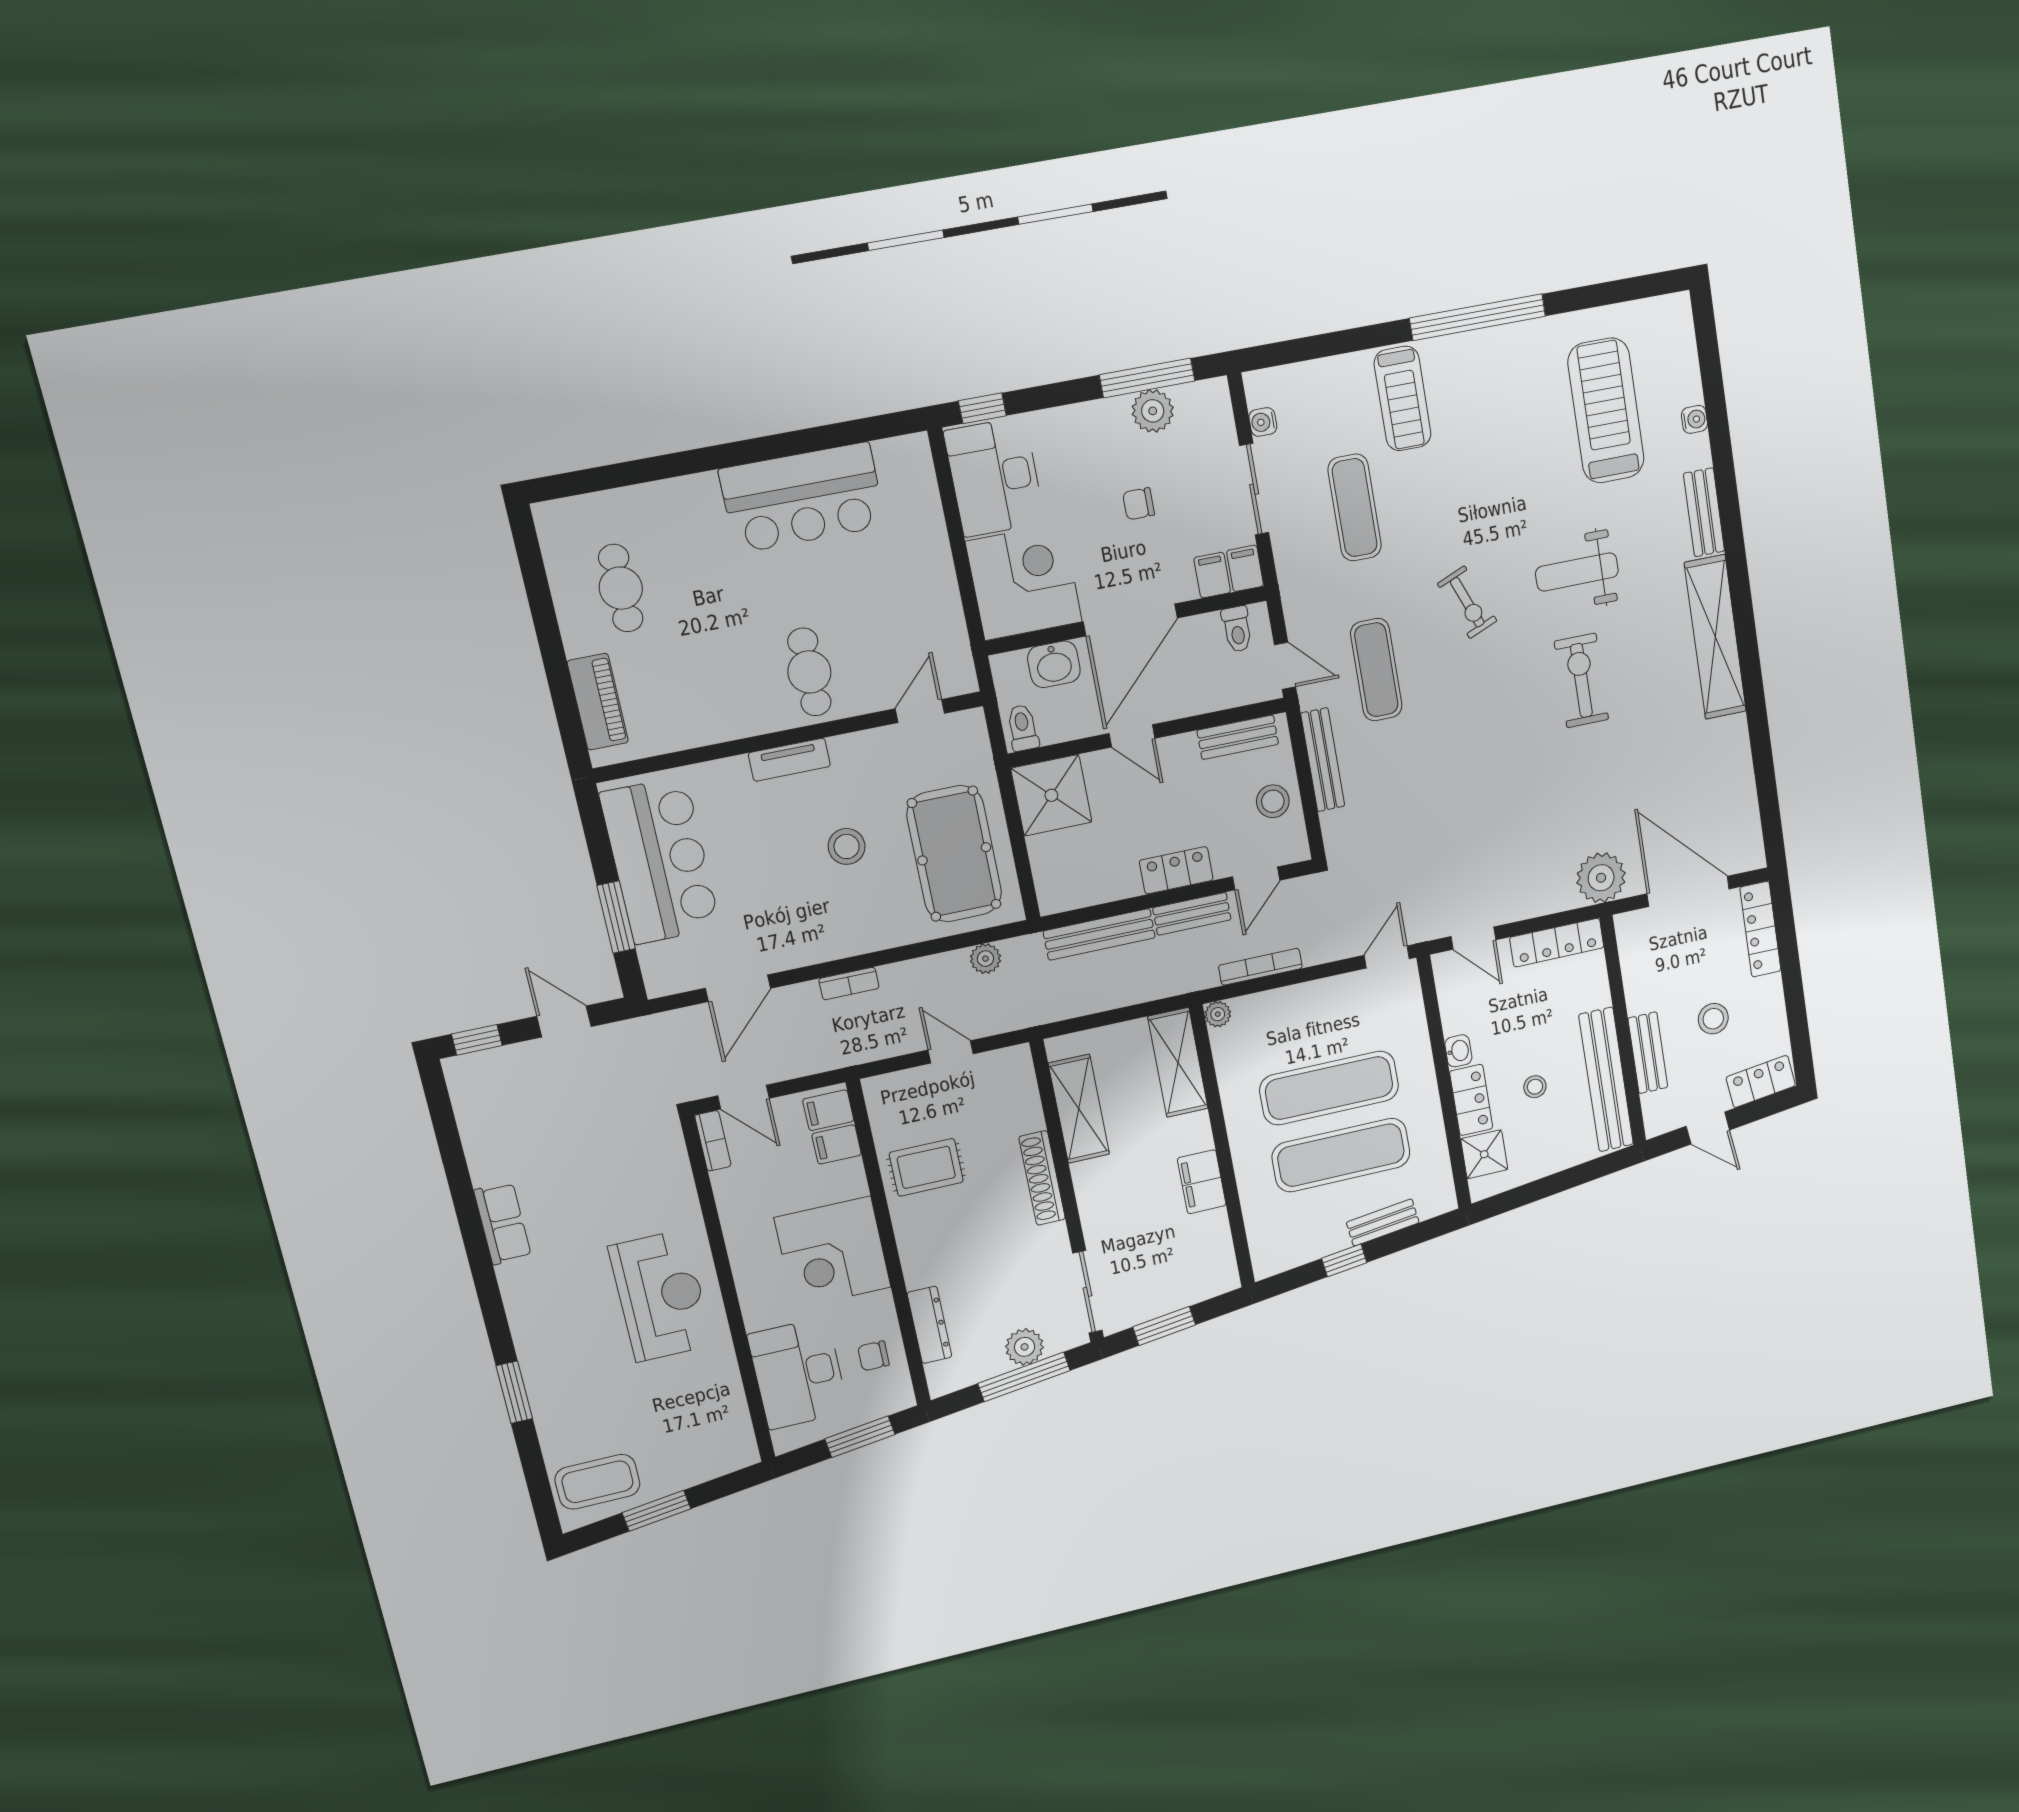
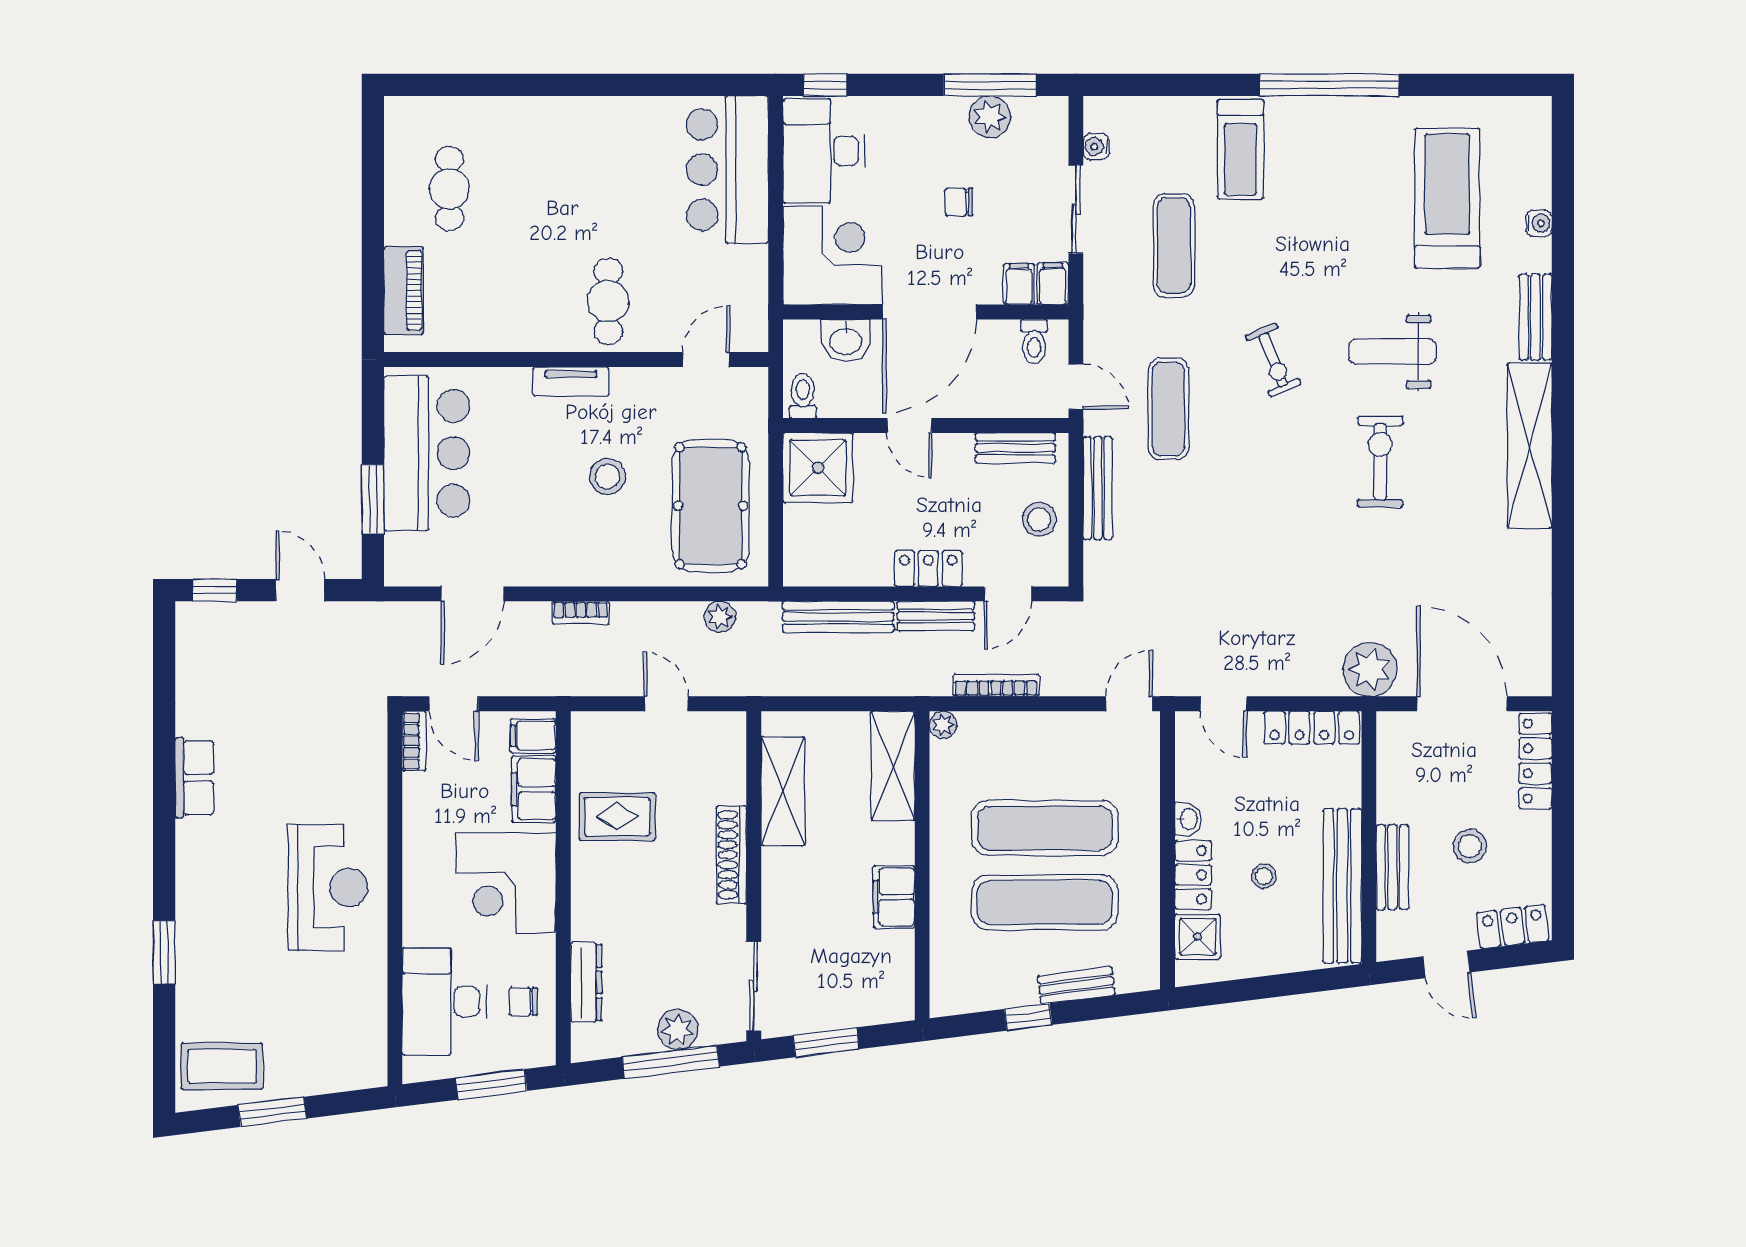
bar counter: (803, 498) -> (727, 170), moved, turned 90
filing cabinet: (837, 1144) -> (534, 789), width x2.00

